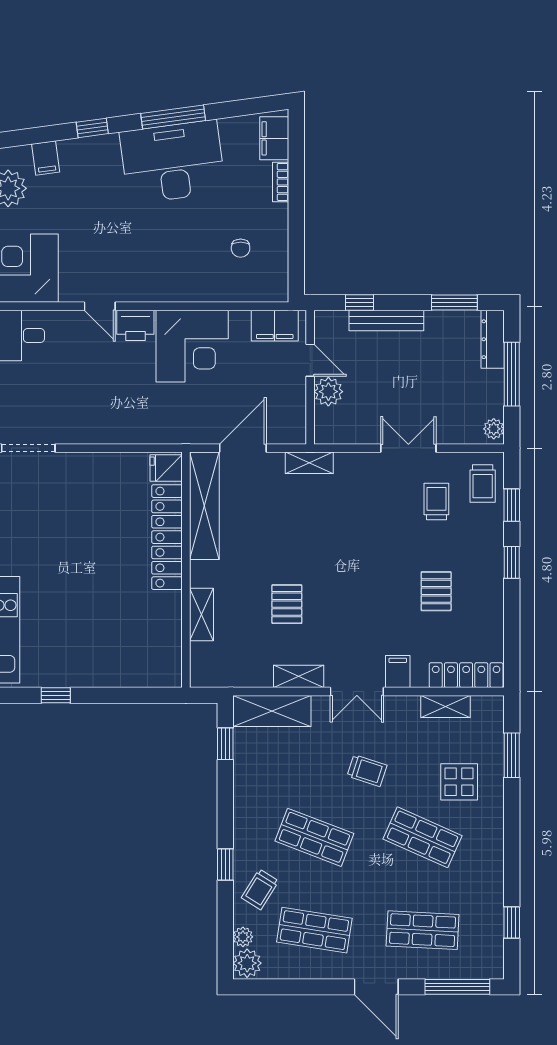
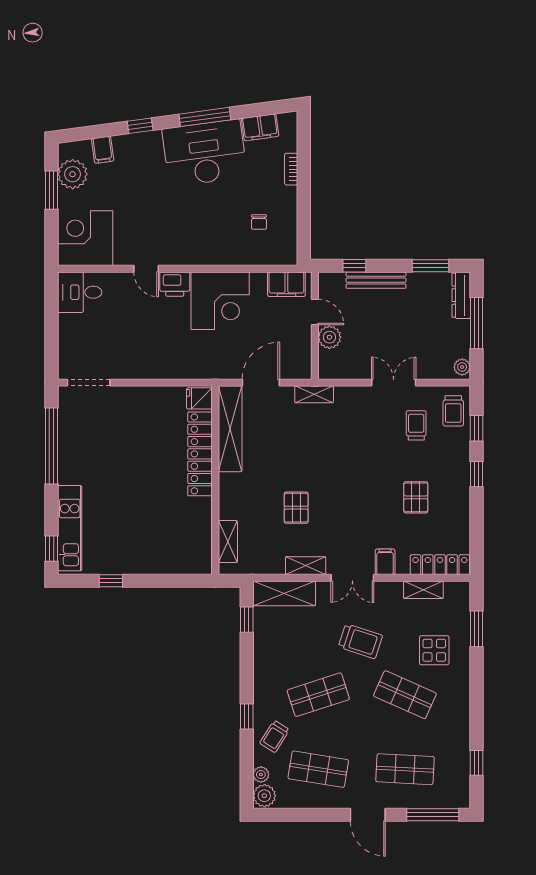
filing cabinet: (274, 138) -> (260, 127), moved, turned -98
shelving: (202, 614) -> (228, 542), moved
trolley: (367, 771) -> (360, 641), width x1.36, depth x1.39
shop shelf: (314, 837) -> (318, 695), turned -39

